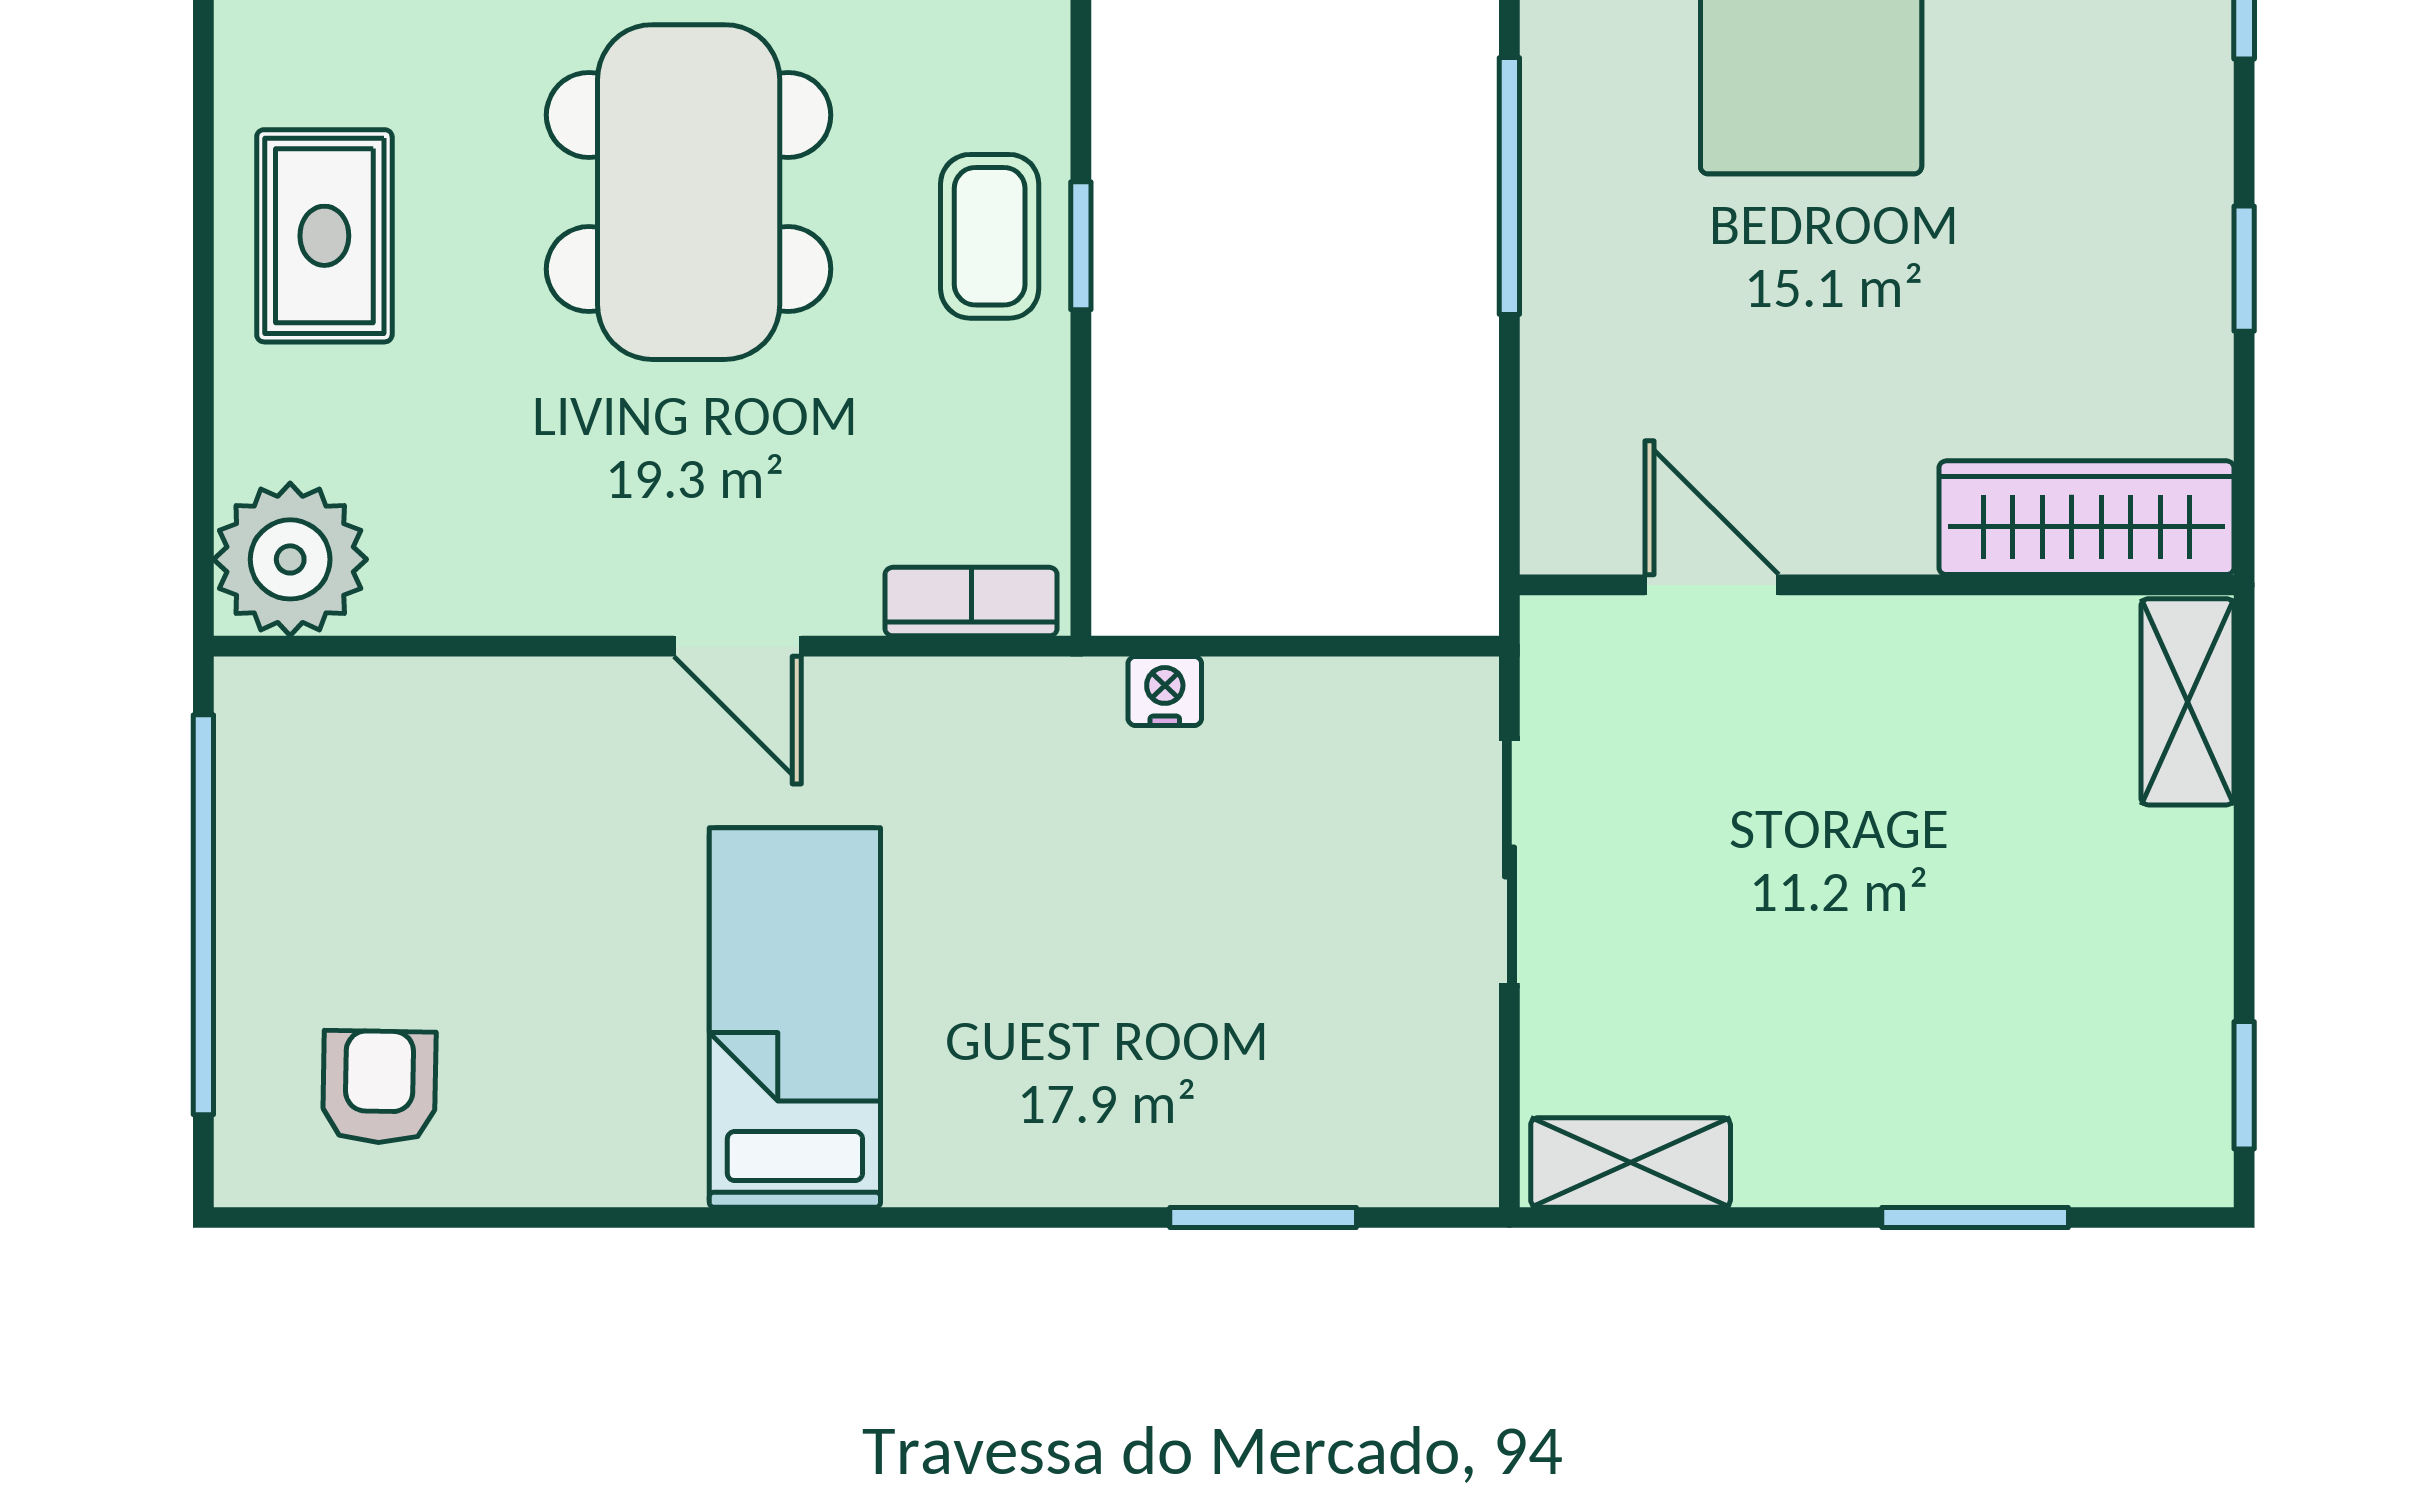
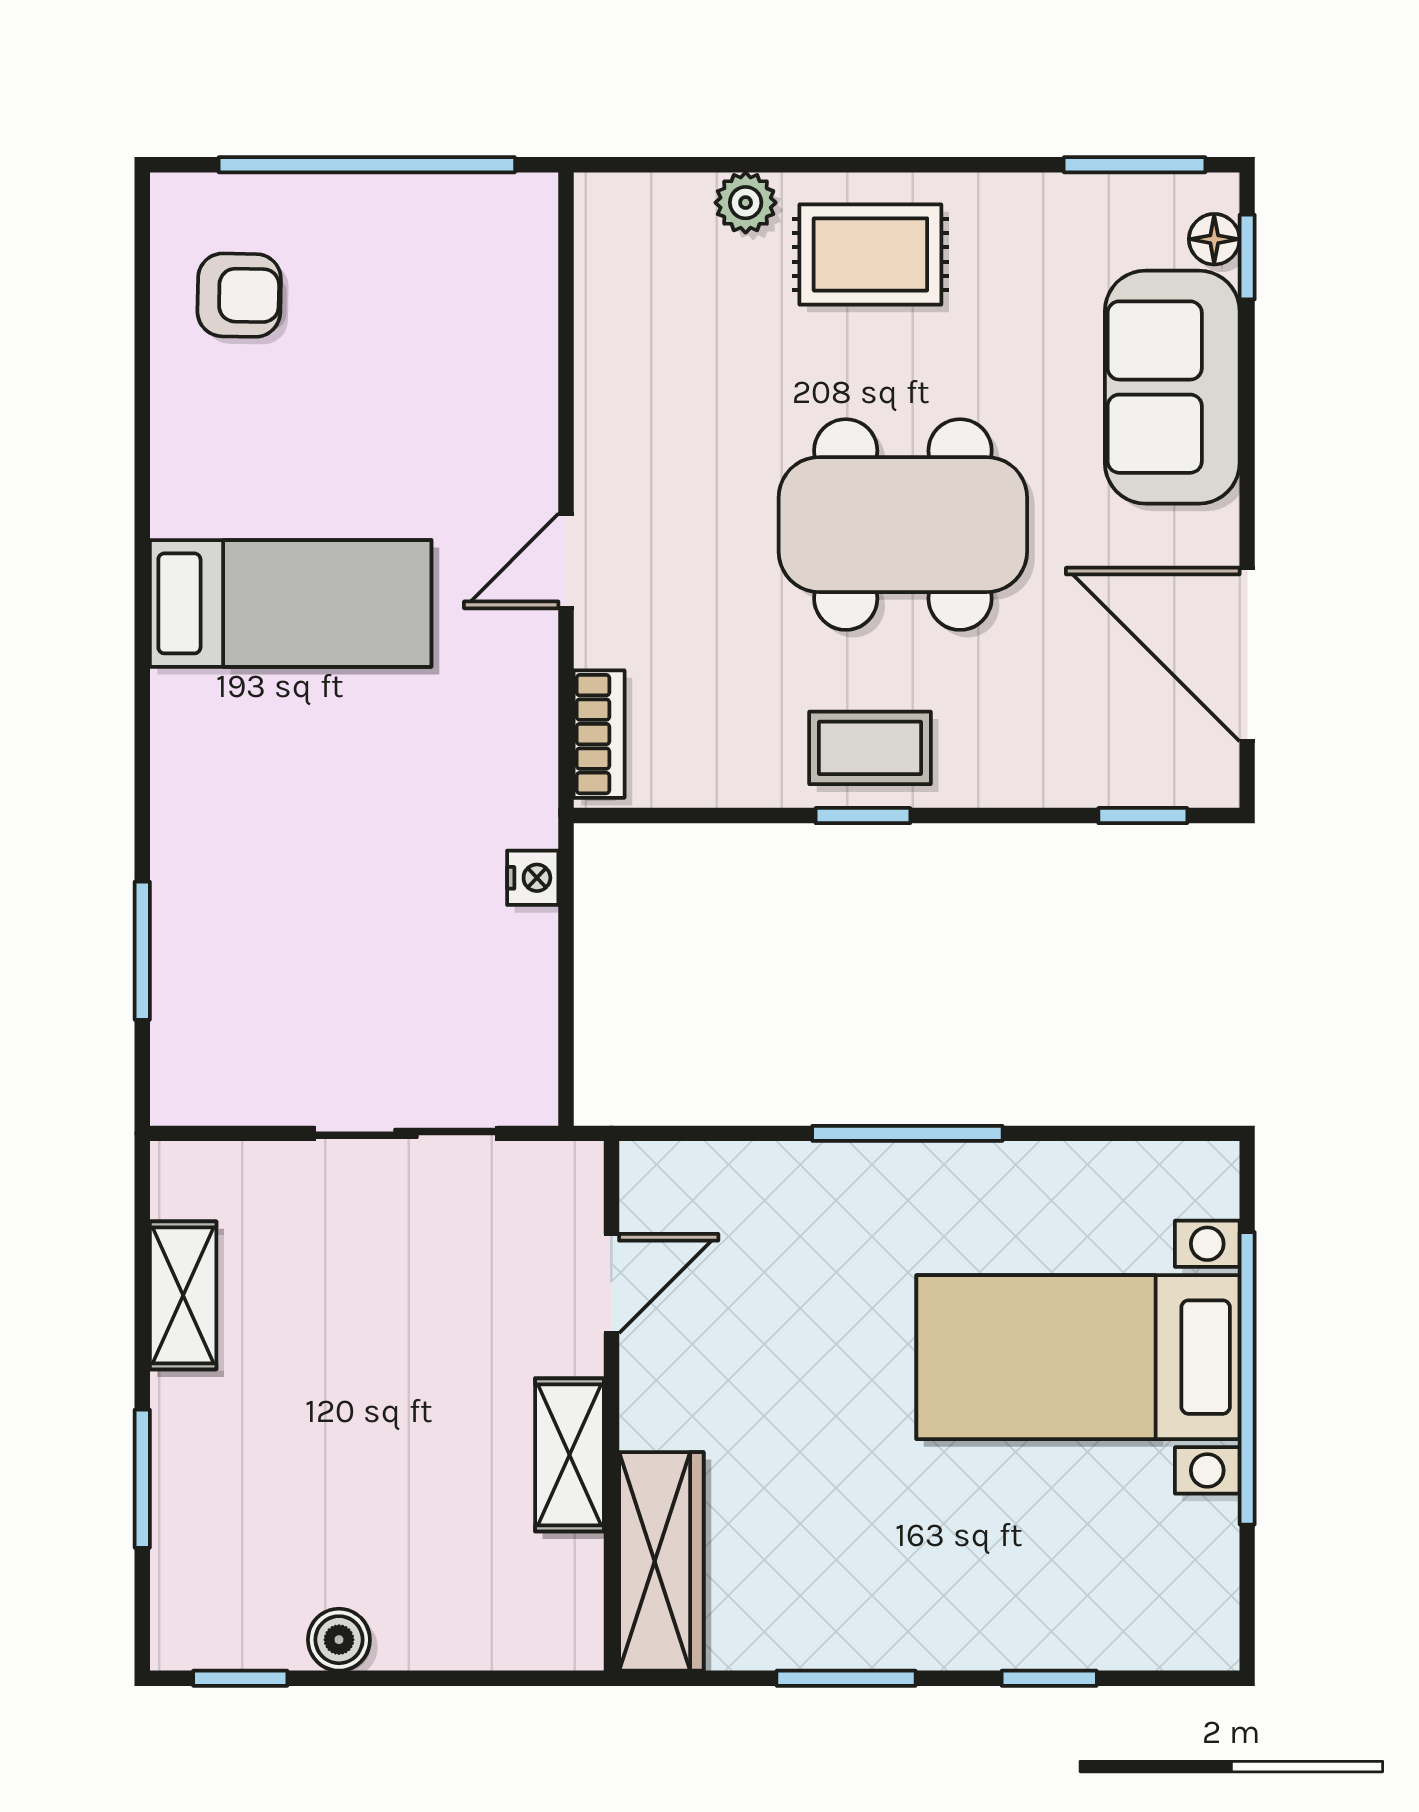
window: (2244, 269) -> (846, 1678), width x1.50
plant: (290, 559) -> (746, 203), moved, width x0.53, depth x0.53
shelving: (2187, 702) -> (569, 1455), moved, turned 90
boiler: (2192, 952) -> (339, 1640), added
shelving: (1631, 1162) -> (183, 1295), moved

